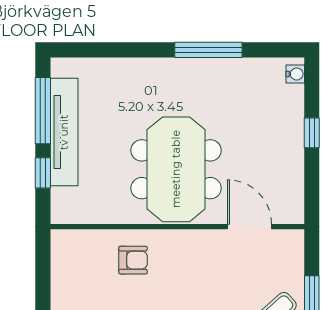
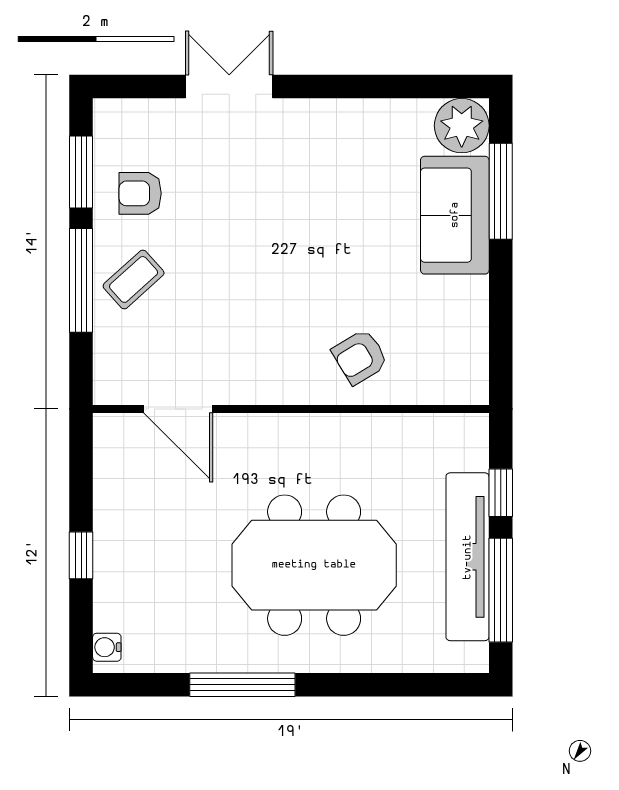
meeting table: (176, 169) -> (314, 565), moved, turned 90
armchair: (133, 260) -> (360, 357), turned -31

